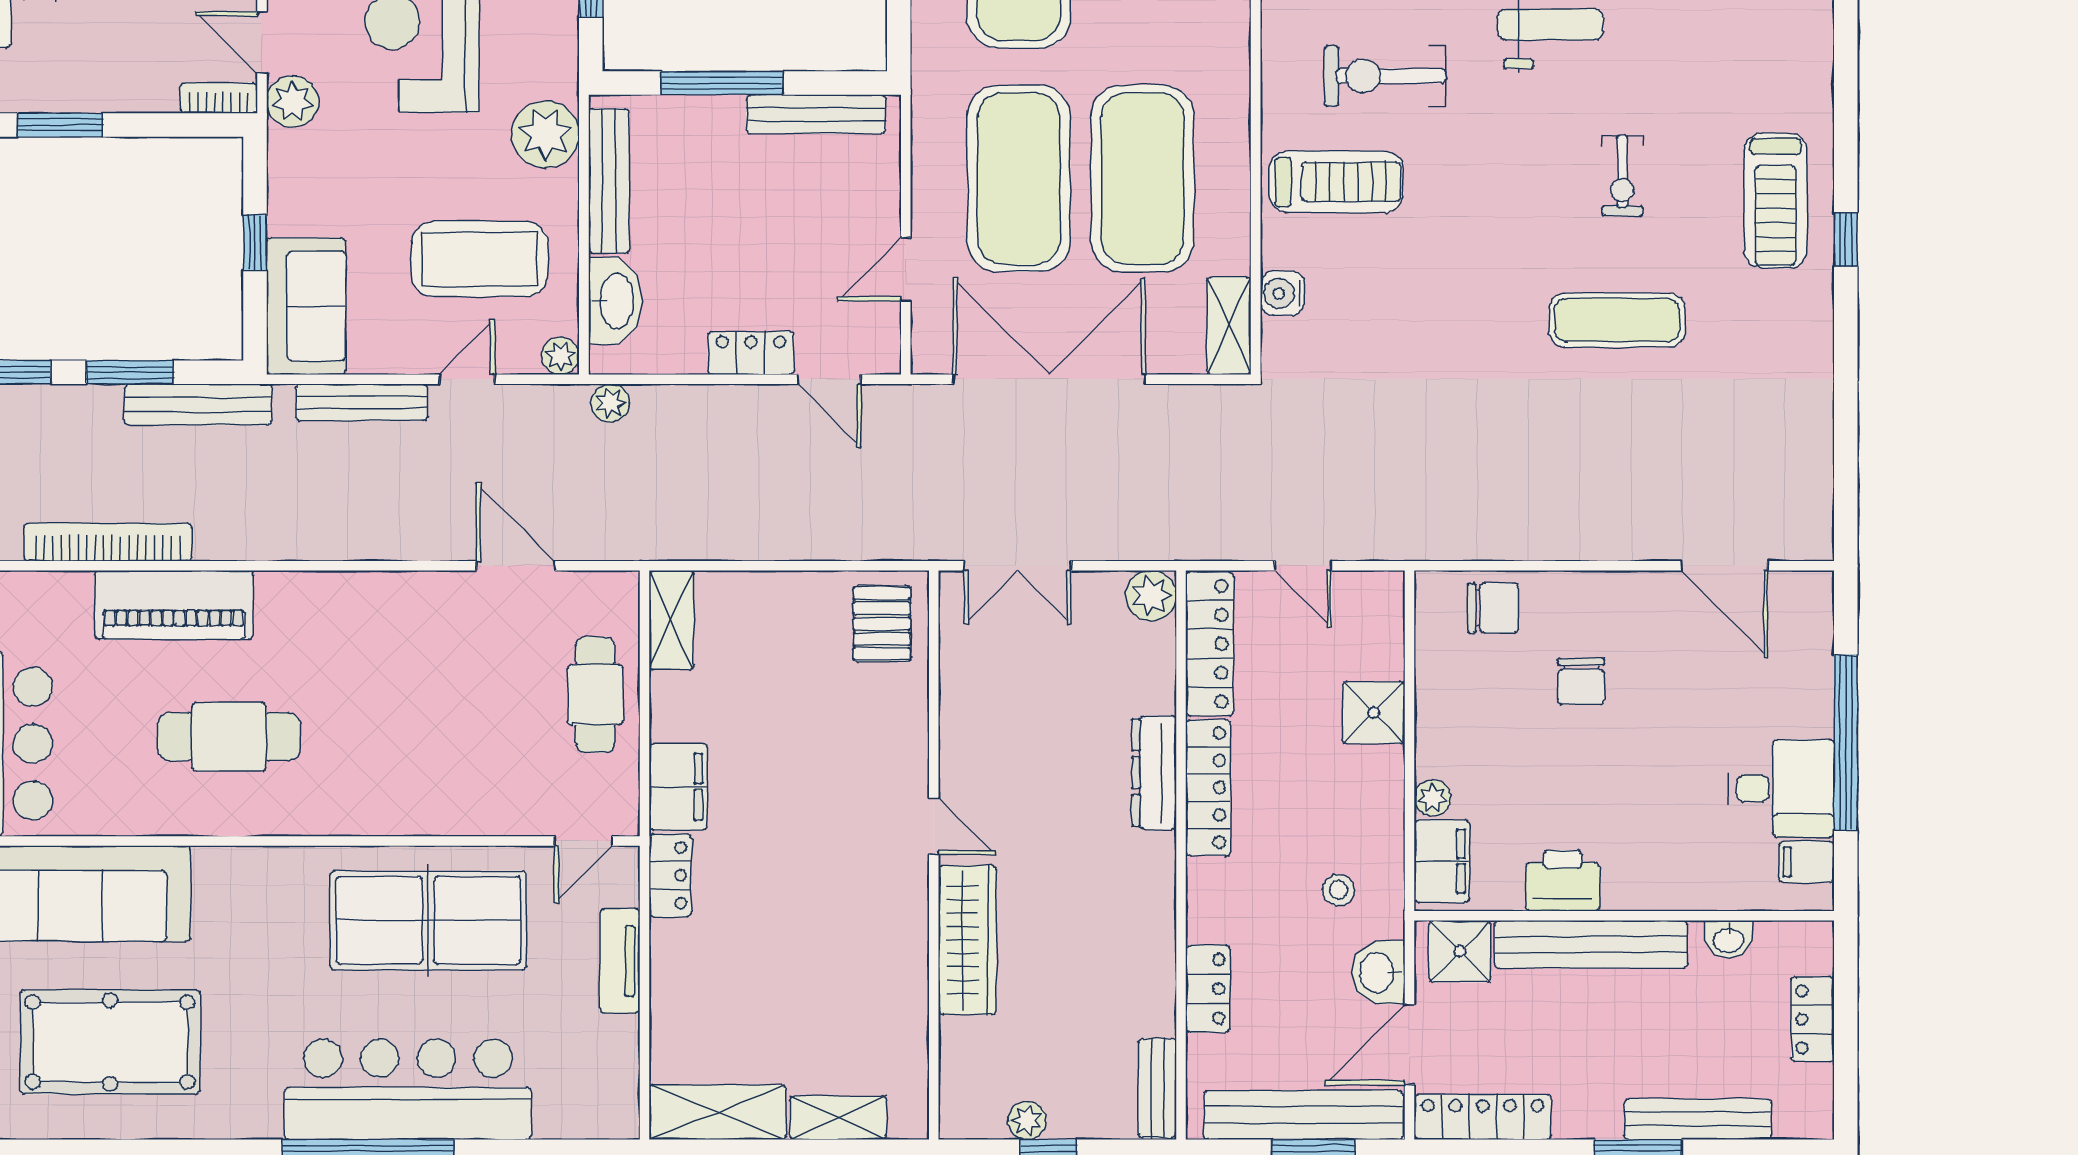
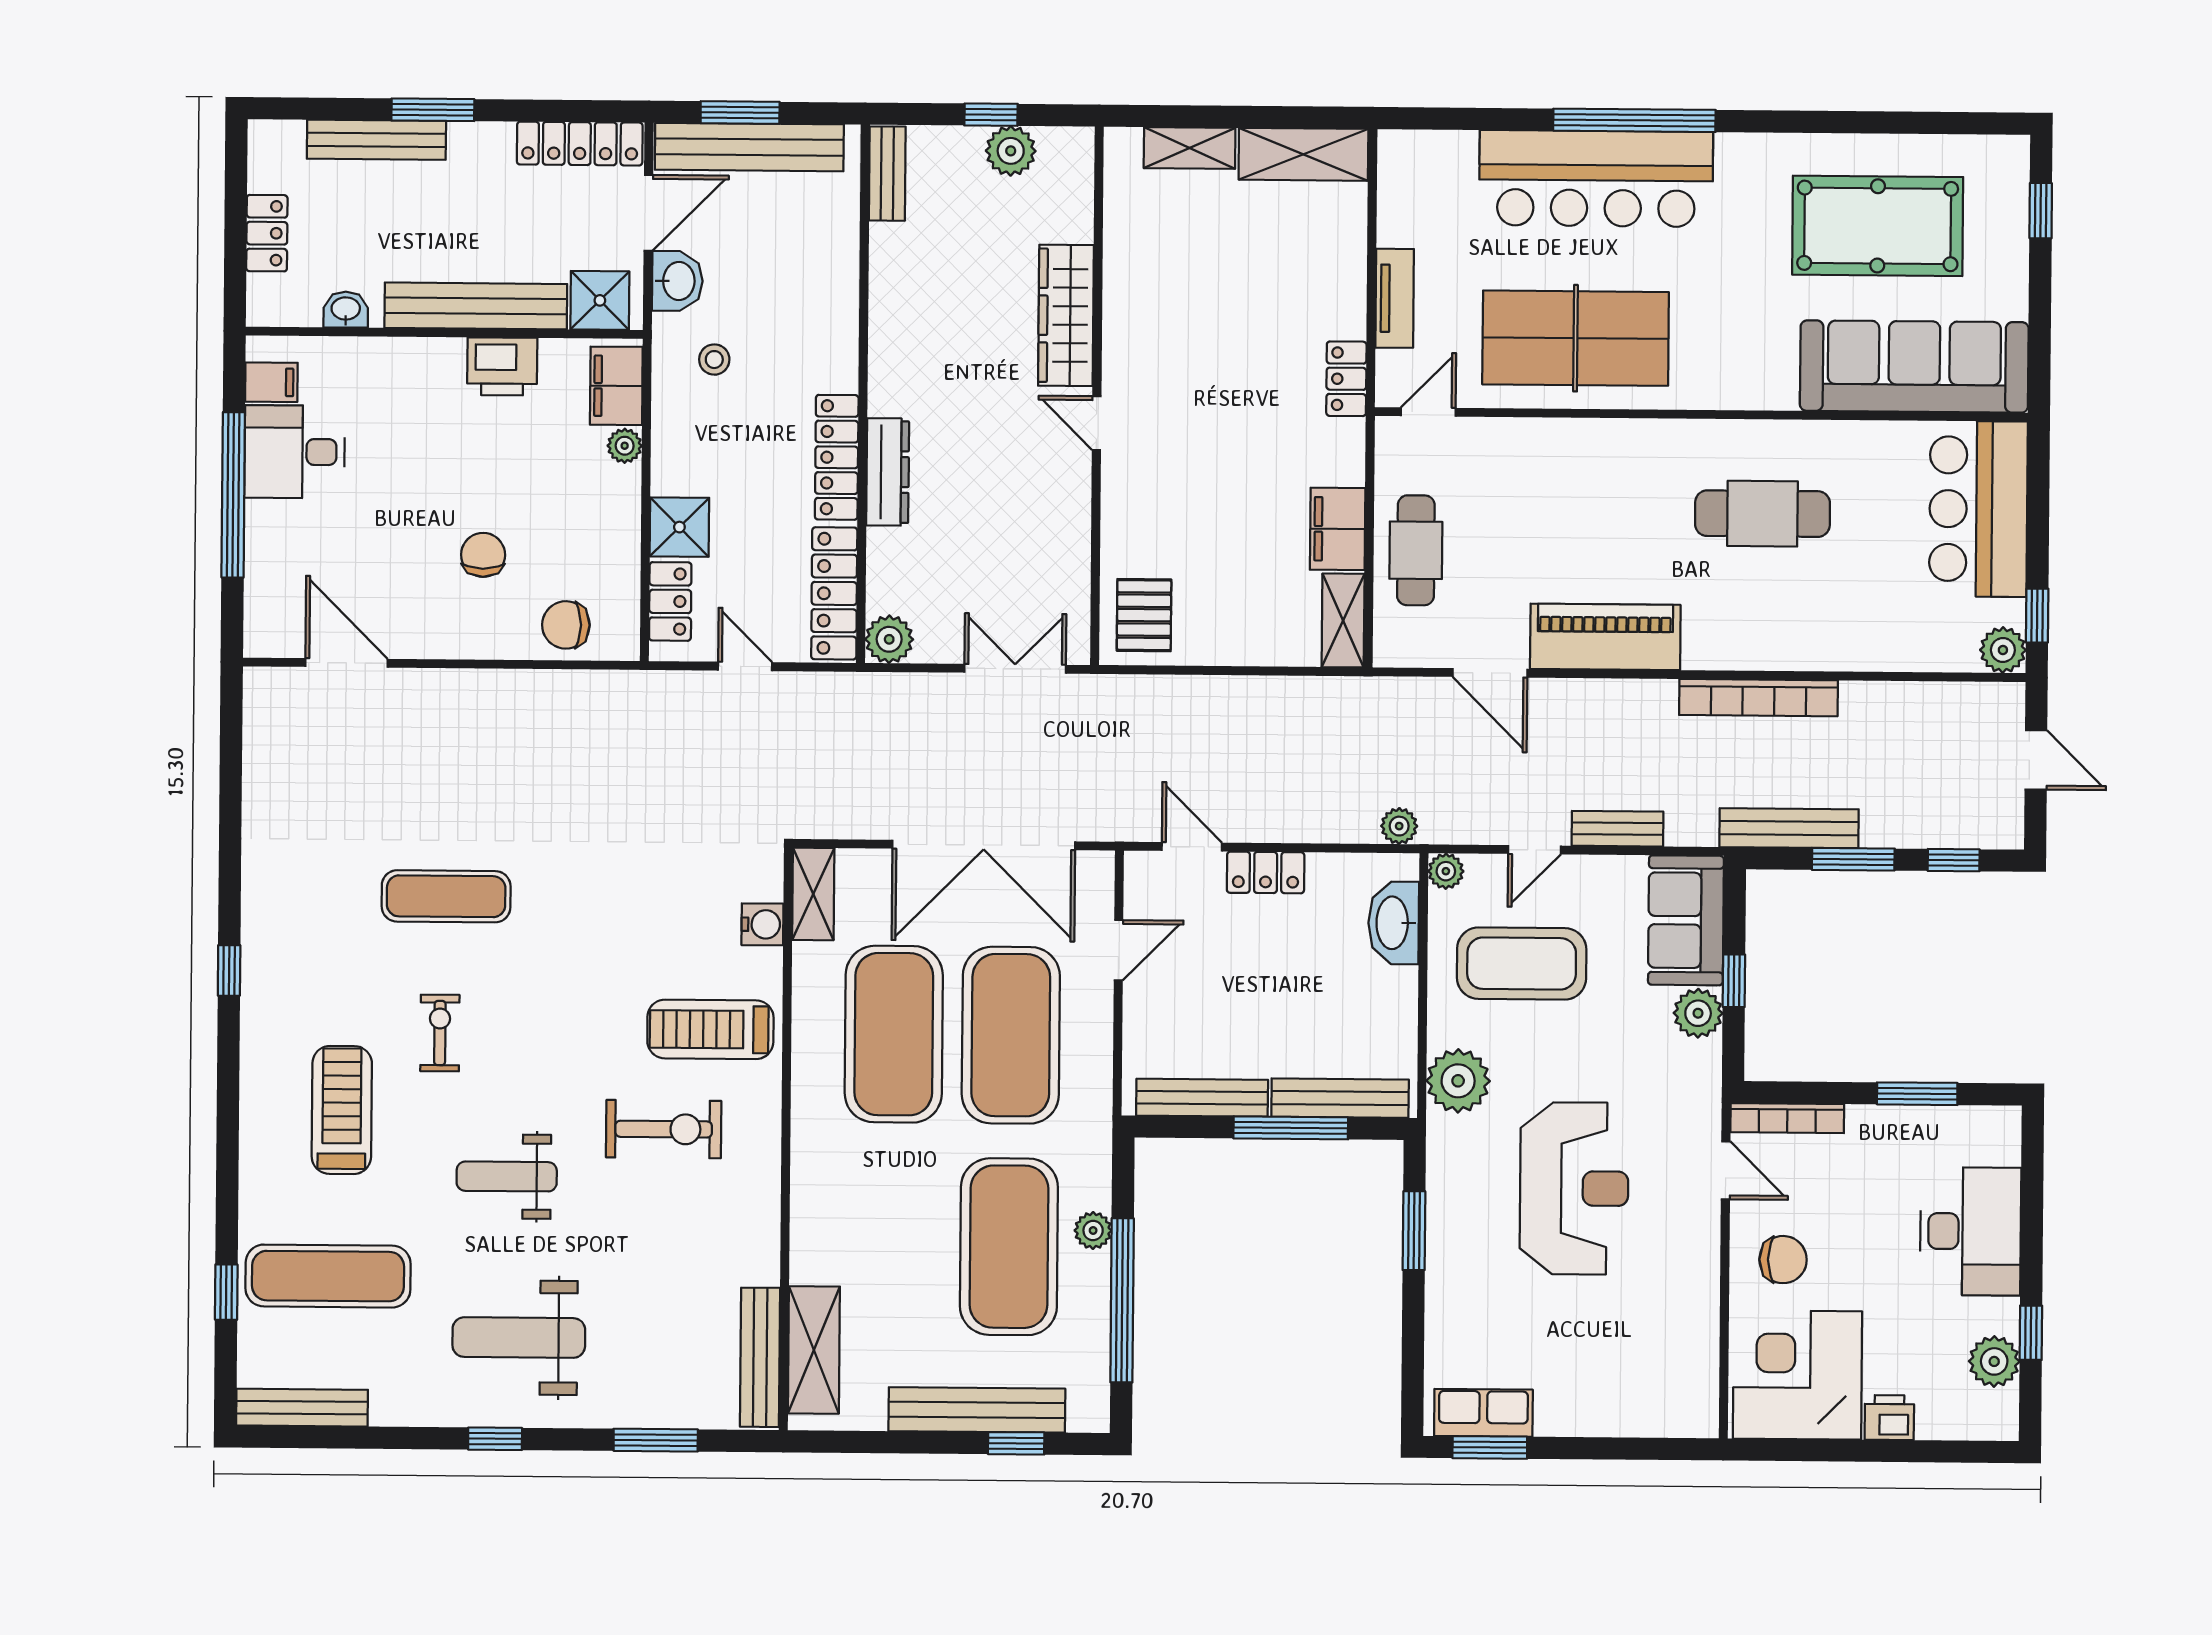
bookcase: (219, 98) -> (1787, 1118), width x1.56
plant: (293, 101) -> (1698, 1013), moved
bench: (609, 181) -> (1340, 1098), moved, turned 90
treadmill: (1776, 200) -> (342, 1110), moved
bench: (362, 402) -> (1618, 829), width x0.73
bookcase: (108, 542) -> (1758, 698), moved
piano: (174, 605) -> (1605, 637), moved
filing cabinet: (678, 787) -> (1338, 529), moved
locker: (1208, 989) -> (670, 601), moved, turned 180
plant: (1027, 1120) -> (1011, 151), width x1.38, depth x1.38

